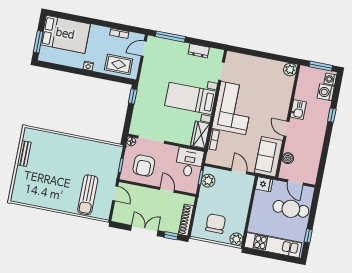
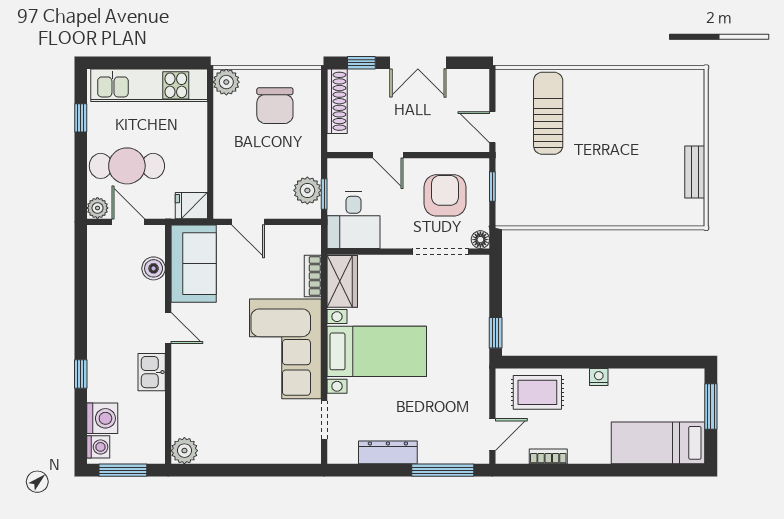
bed: (65, 34) -> (658, 443), width x0.67
dresser: (199, 51) -> (388, 452), width x1.44
plant: (309, 192) -> (97, 208), added

